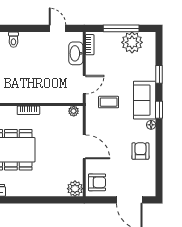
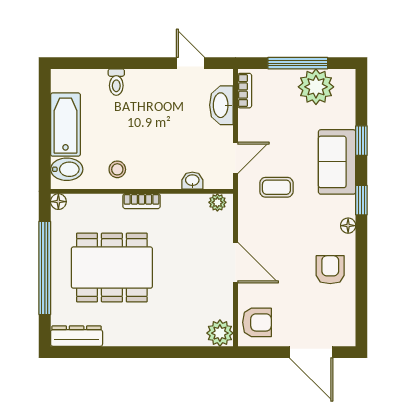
stool: (14, 91) -> (117, 169), added
washbasin: (59, 98) -> (192, 181), added
sofa: (145, 100) -> (337, 162), moved

